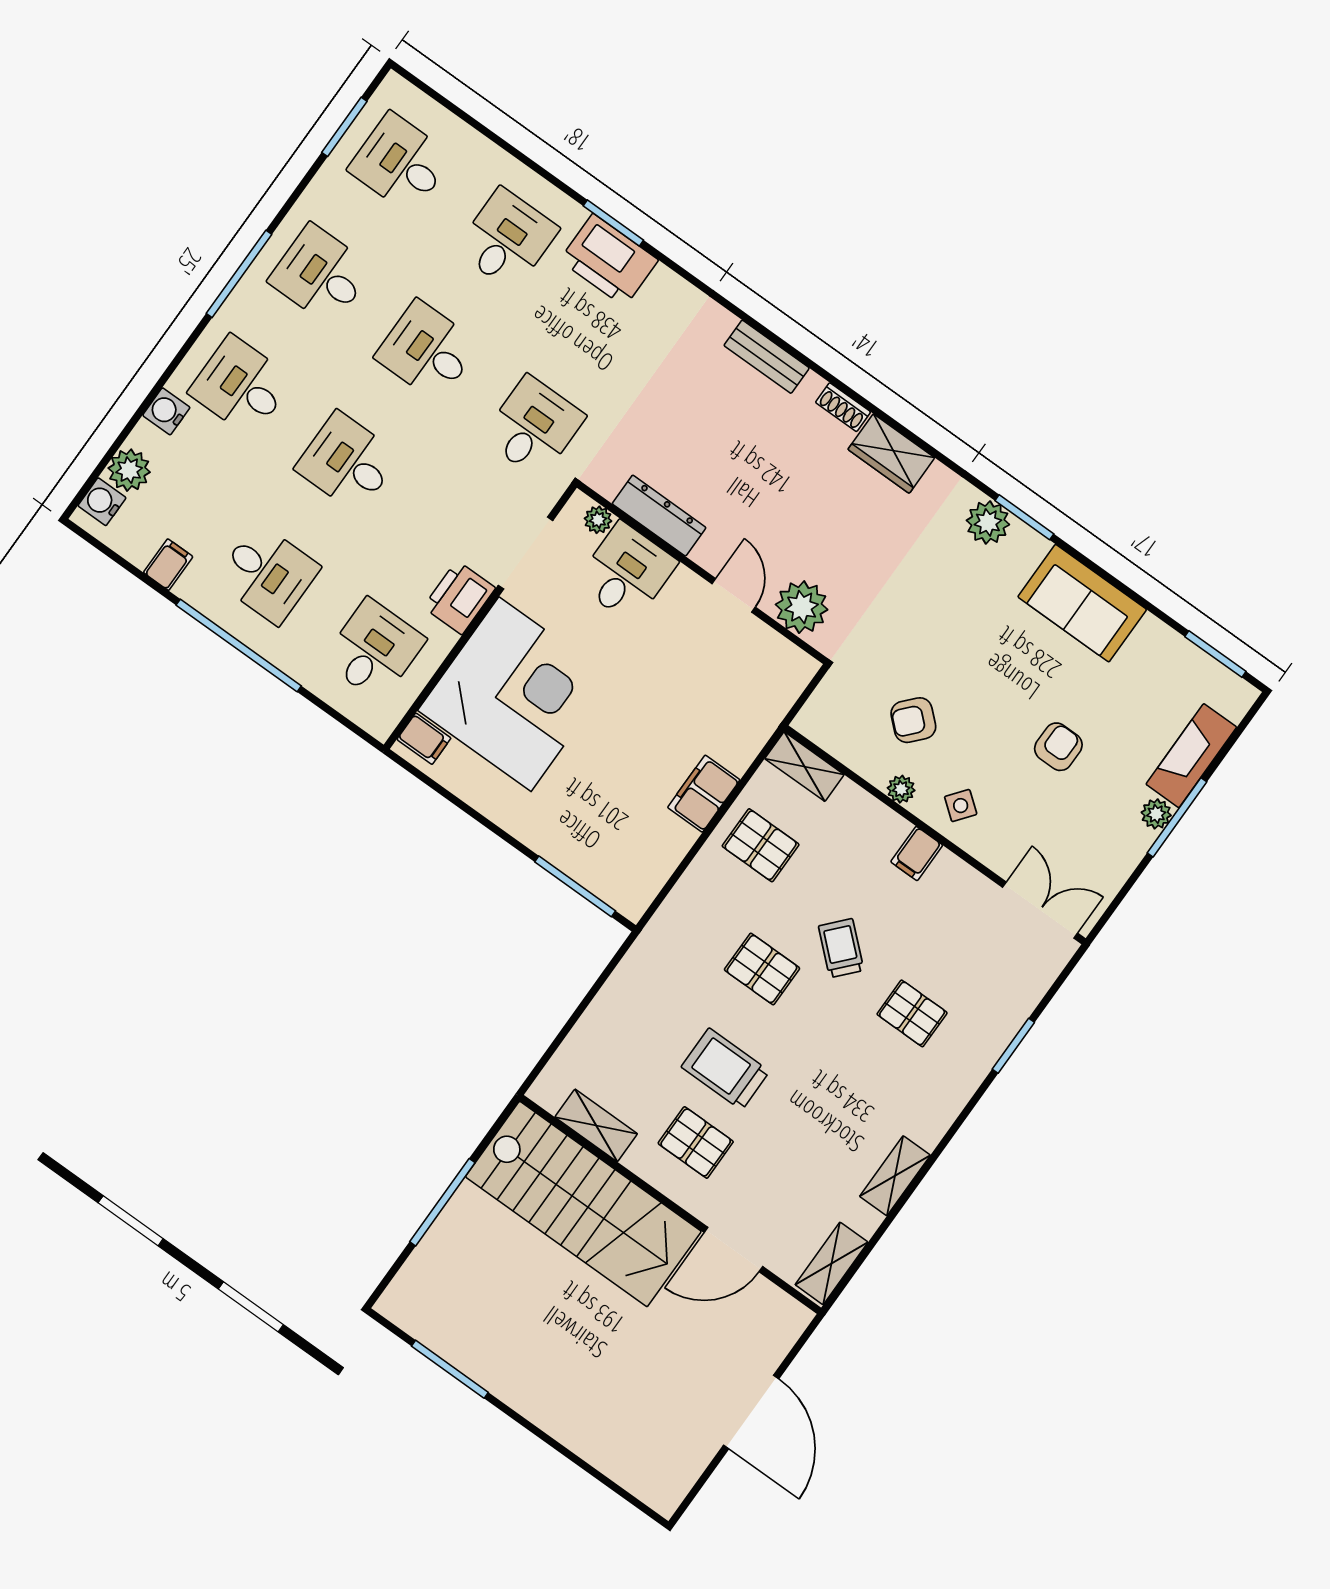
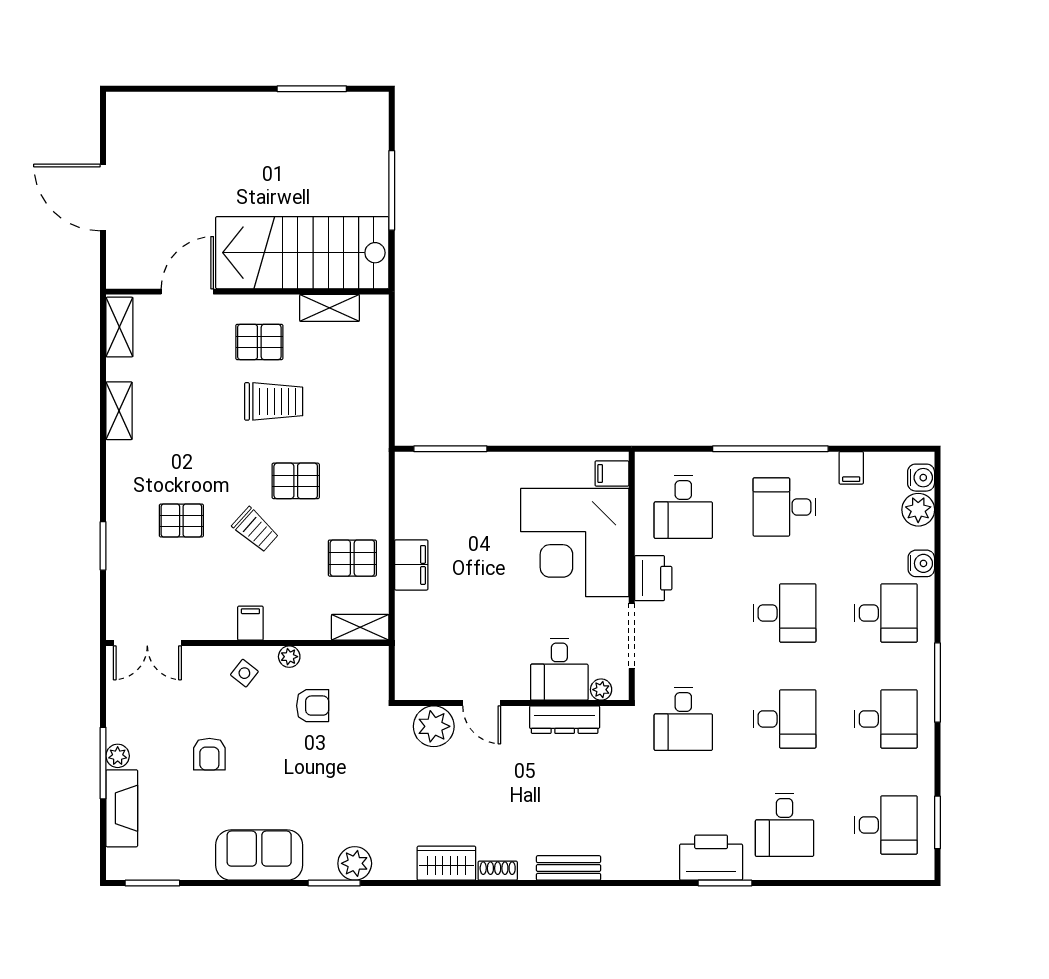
armchair: (913, 720) -> (313, 706), turned 48

